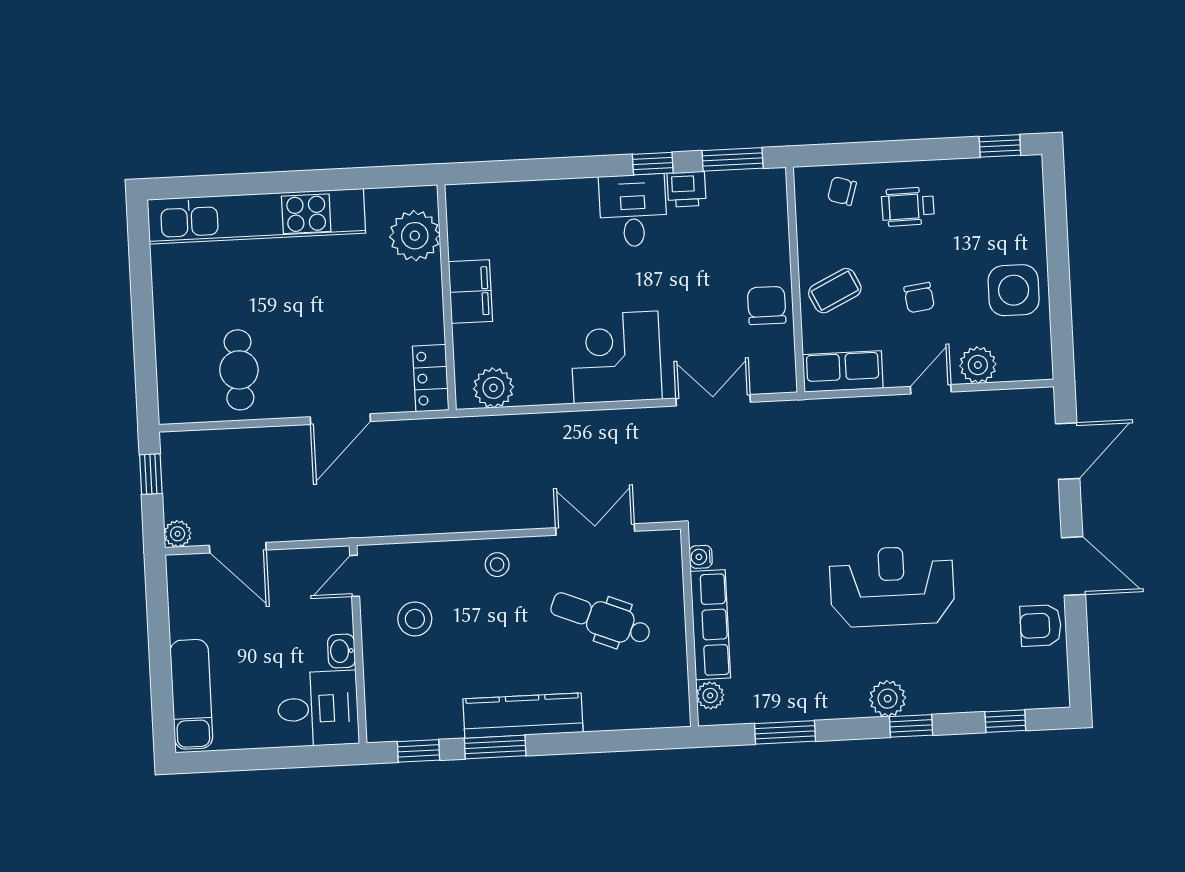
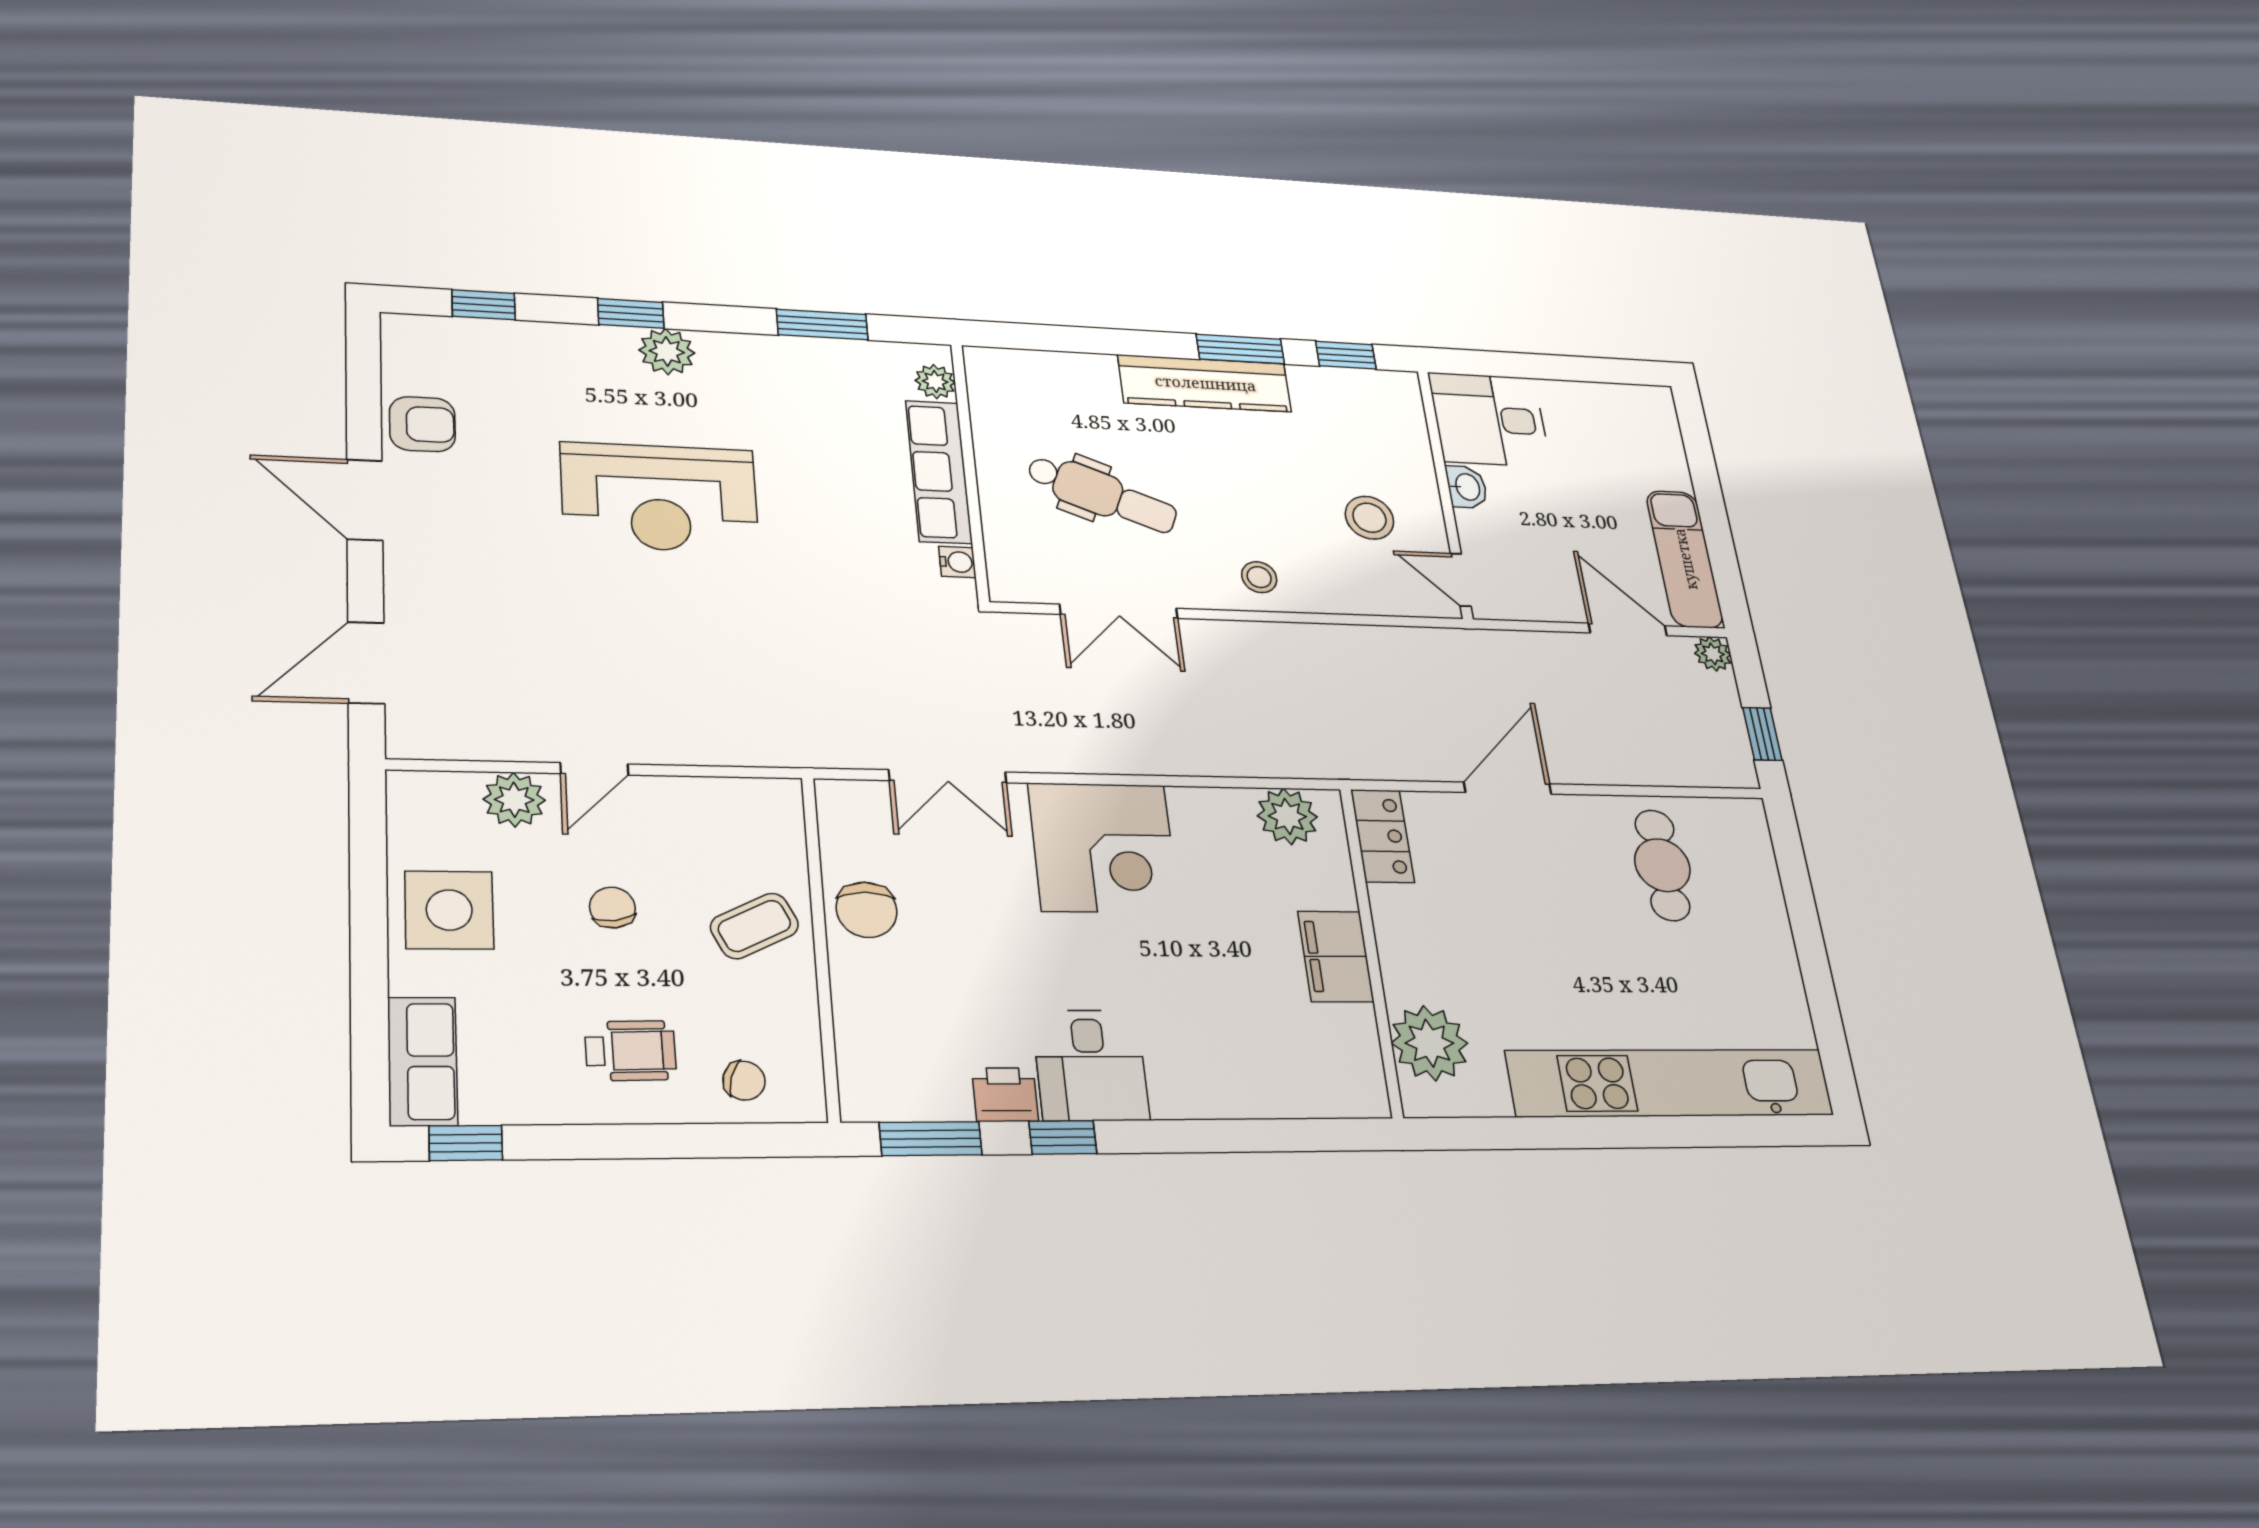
row of seats: (843, 371) -> (423, 1061), moved, turned -90
door: (355, 576) -> (1461, 580), swing flipped
exam couch: (191, 694) -> (1685, 559), moved

